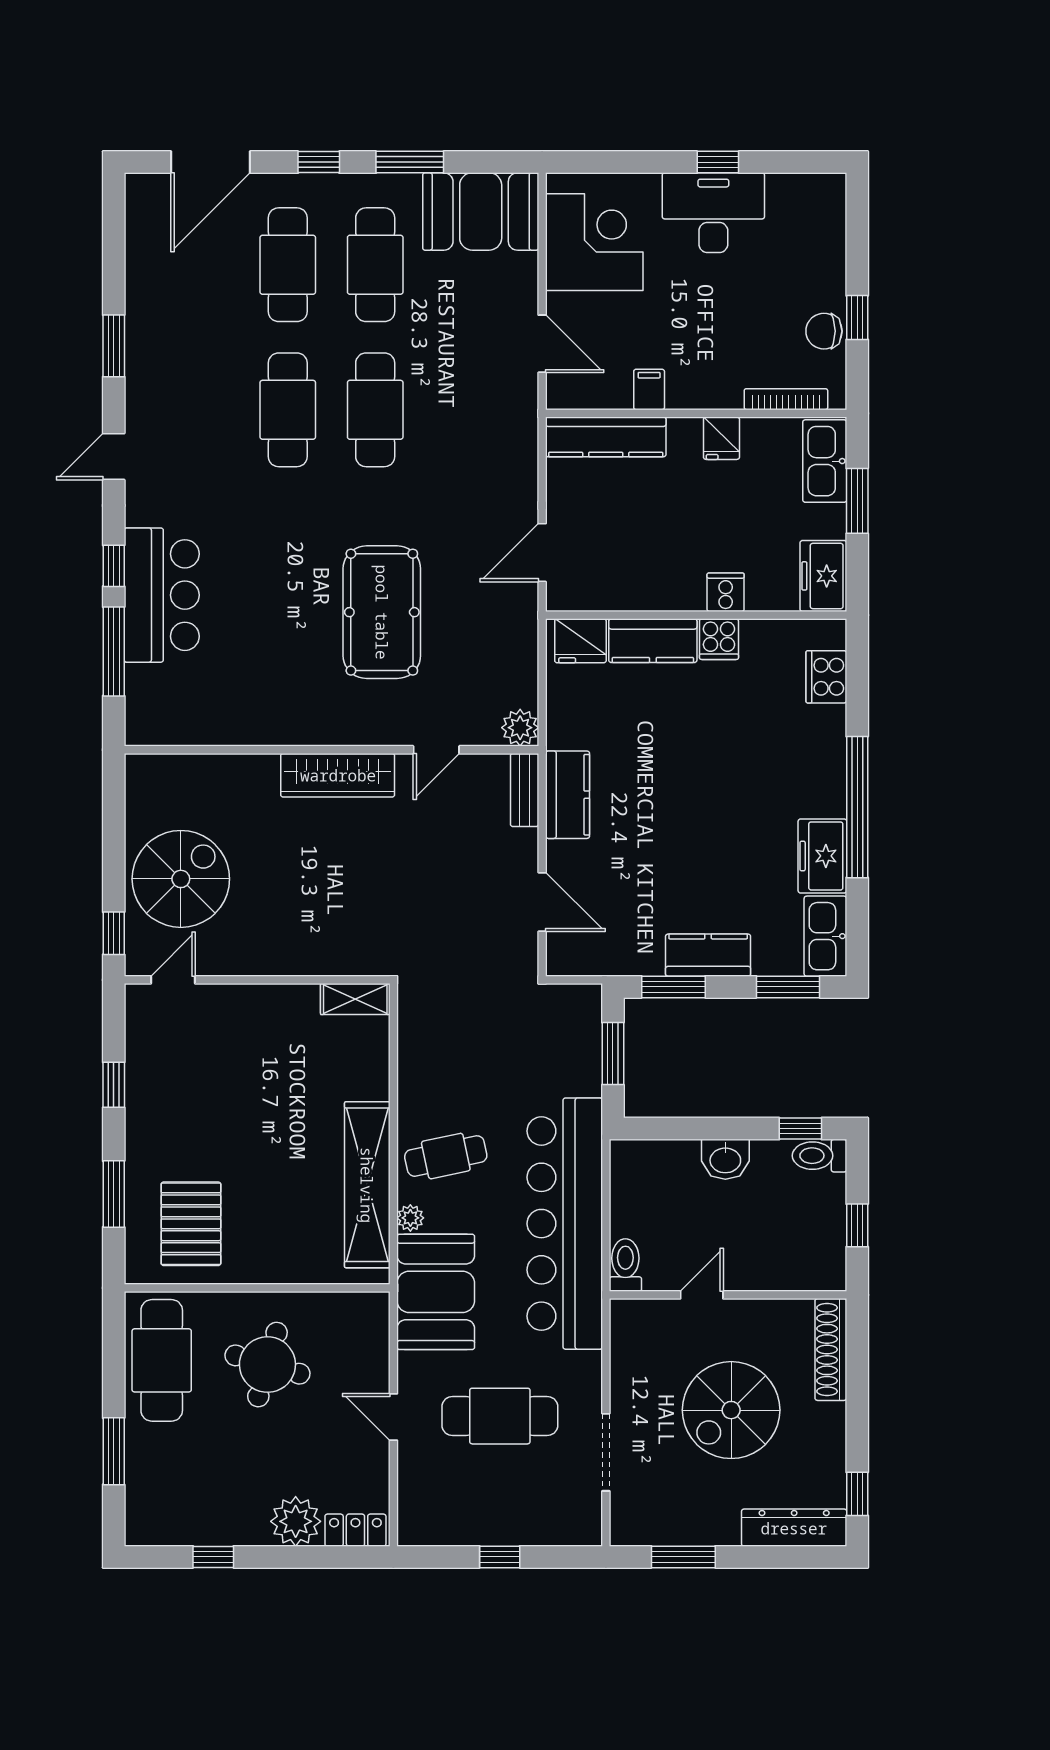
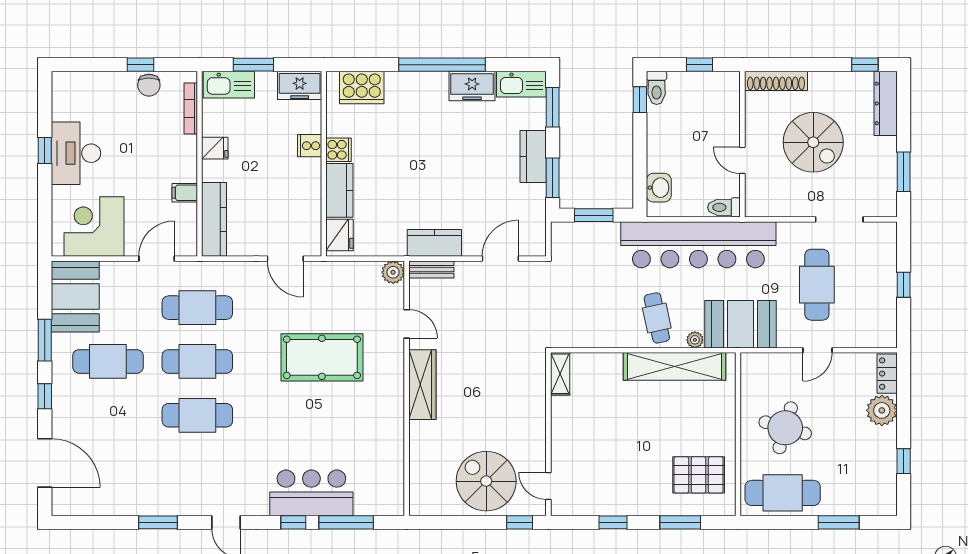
cafe table: (288, 265) -> (197, 308), moved
cooker: (826, 677) -> (362, 88), width x1.37, depth x1.31
washbasin: (725, 1159) -> (659, 188), moved

